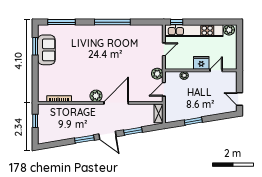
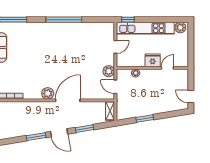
door: (164, 89) -> (115, 87), hinge flipped

